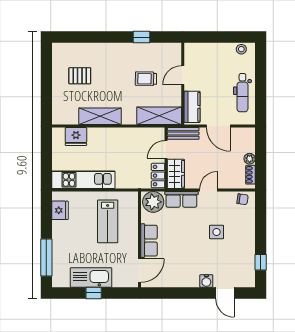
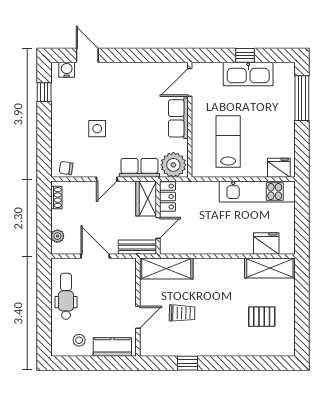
stool: (241, 49) -> (79, 340), moved
kitchen counter: (192, 107) -> (112, 347), moved, turned 90
shelving: (100, 116) -> (270, 268), moved
plant: (250, 159) -> (57, 236), moved
fridge: (60, 210) -> (279, 168), moved, turned 90
water cooler: (206, 281) -> (67, 70), moved

